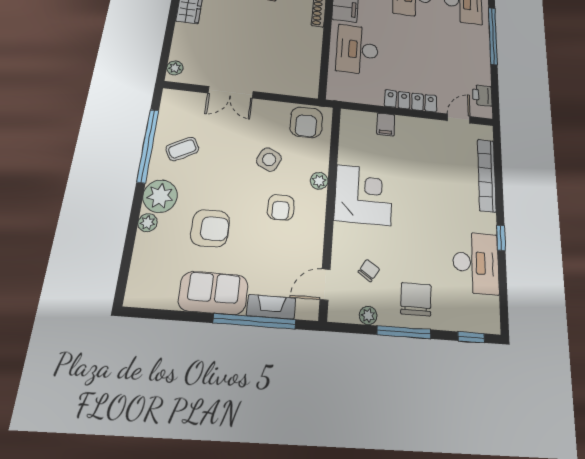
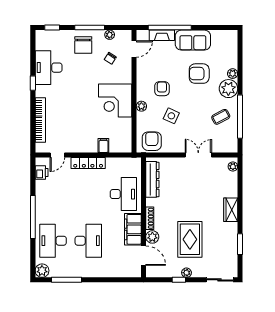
dresser: (310, 65) -> (152, 179), added

